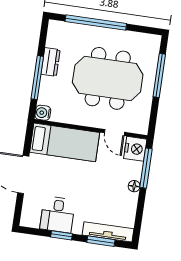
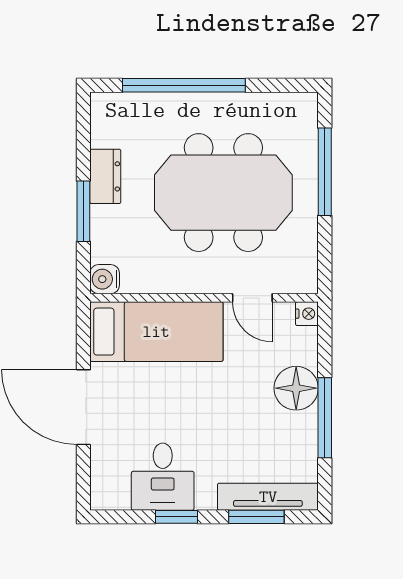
window: (37, 78) -> (83, 211), width x0.69
nightstand: (135, 149) -> (307, 314), width x0.53, depth x0.56
window: (146, 168) -> (325, 418), moved
floor lamp: (134, 186) -> (296, 388), width x1.89, depth x1.89

